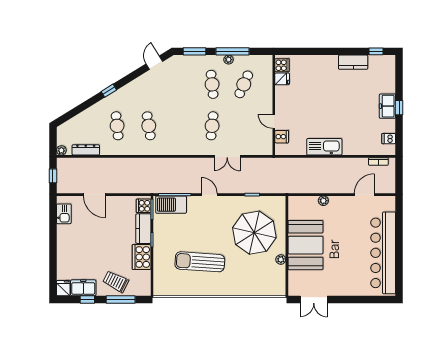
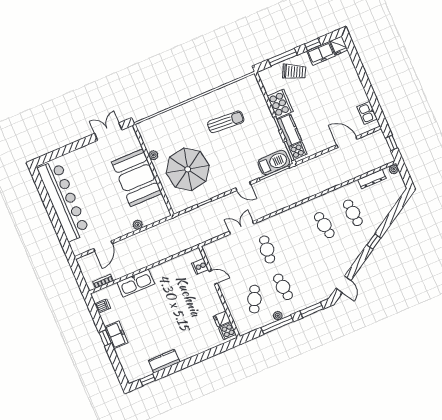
kitchen sink: (324, 147) -> (136, 283), moved
sun lounger: (200, 262) -> (226, 122), width x0.73, depth x0.75

